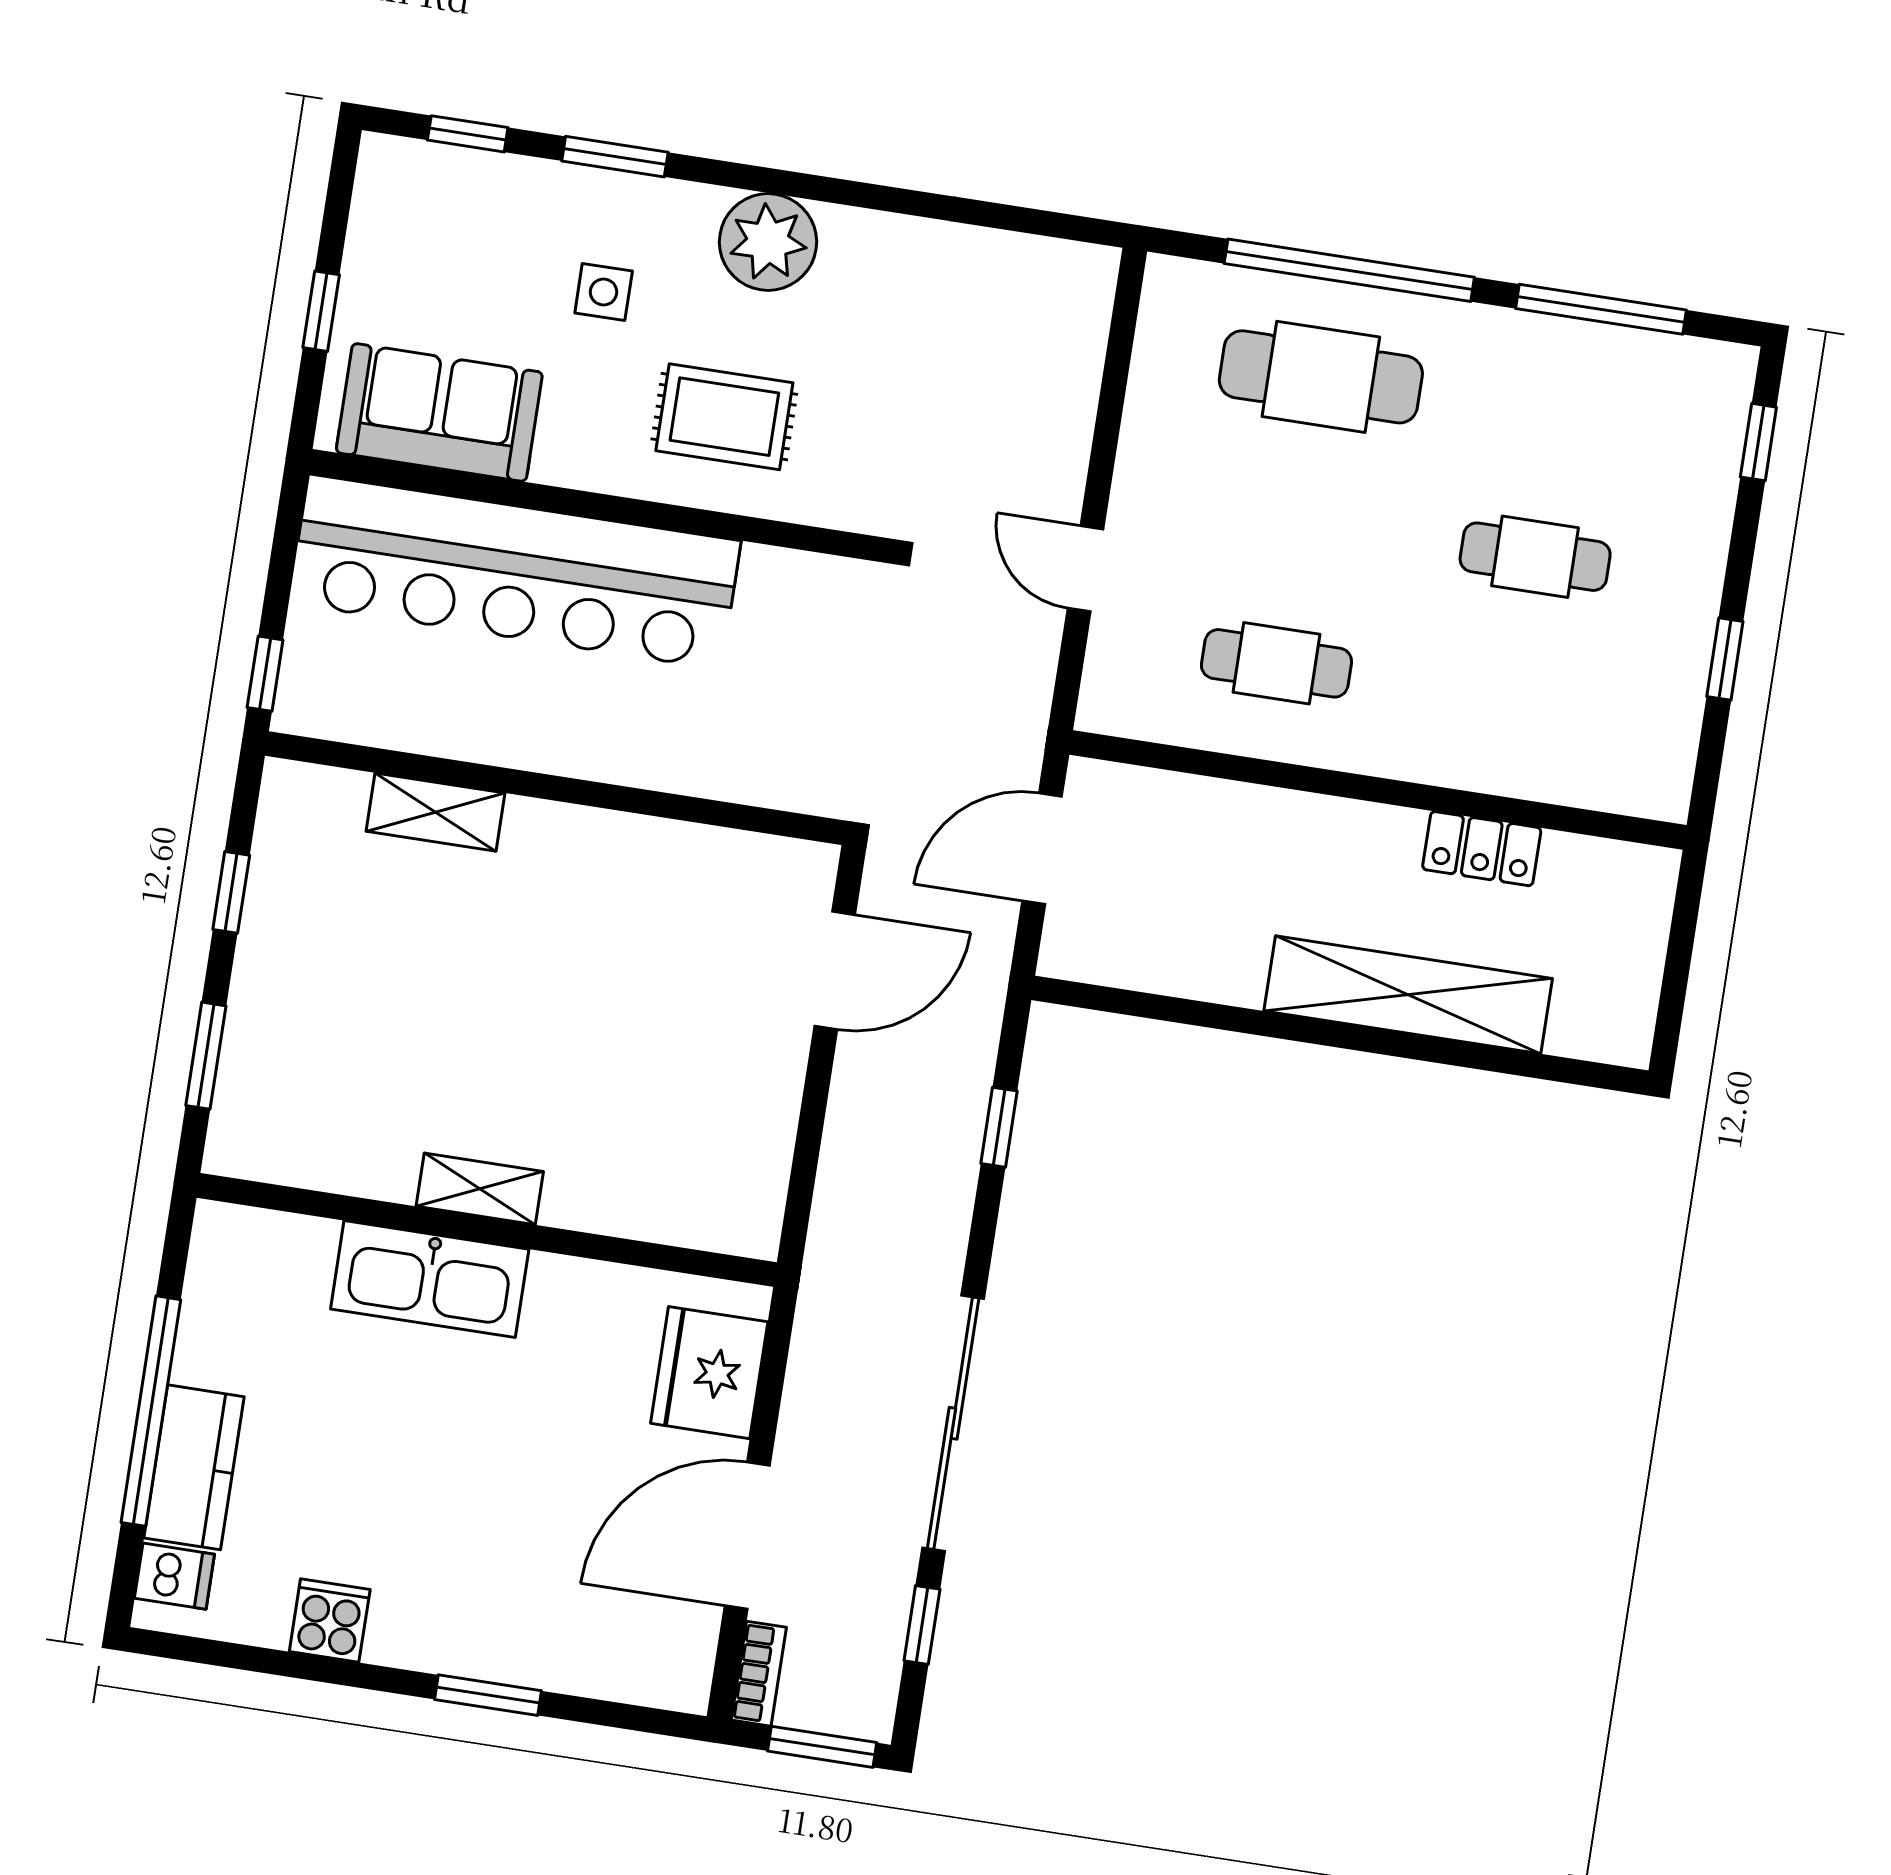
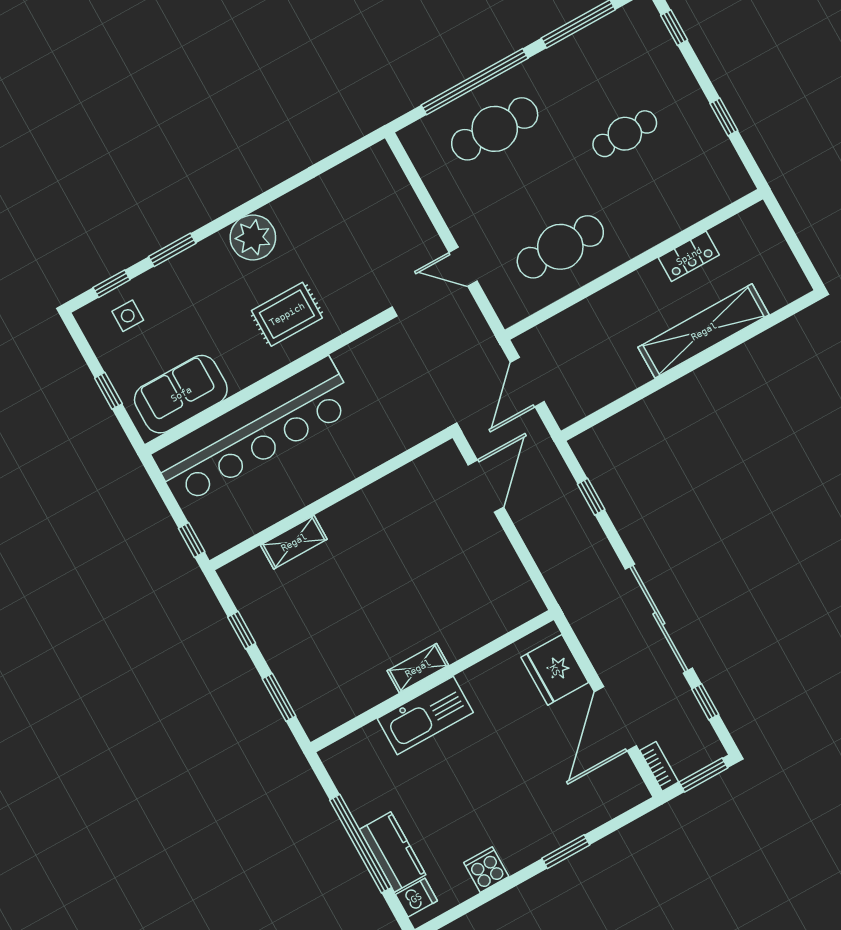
side table: (604, 292) -> (128, 316), moved
cafe table: (1276, 663) -> (560, 247), width x1.37, depth x1.35

